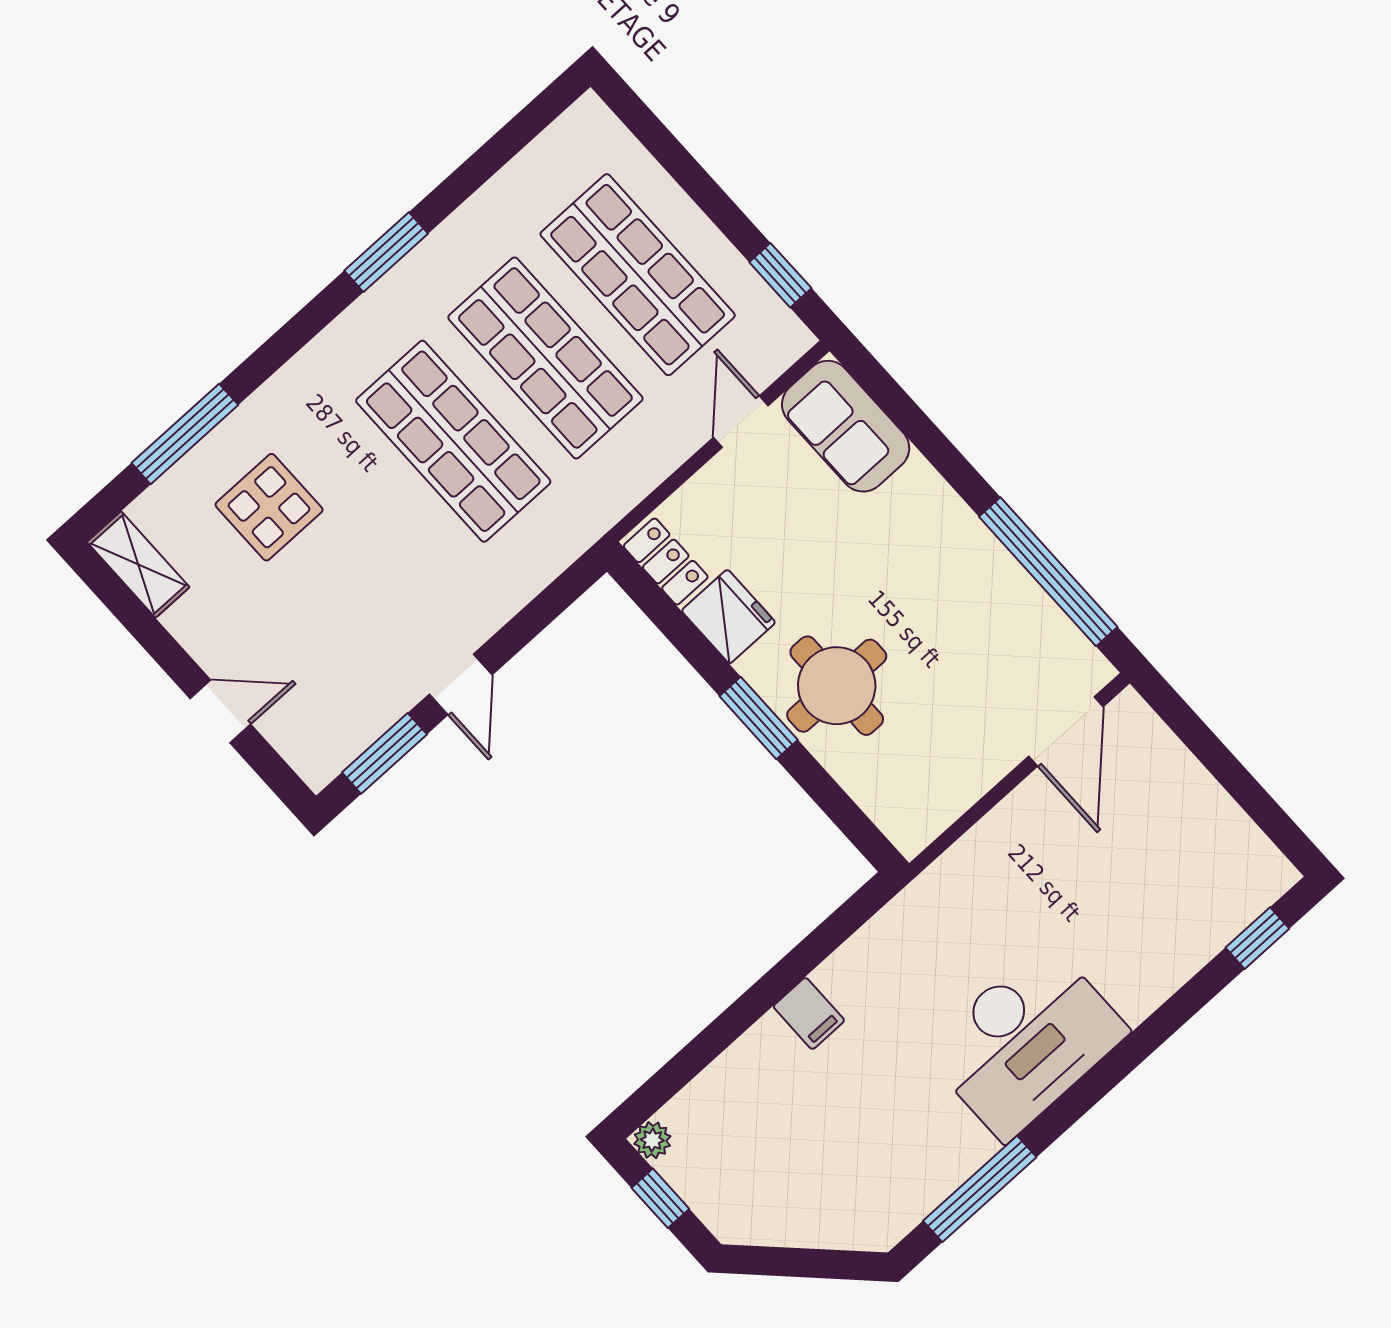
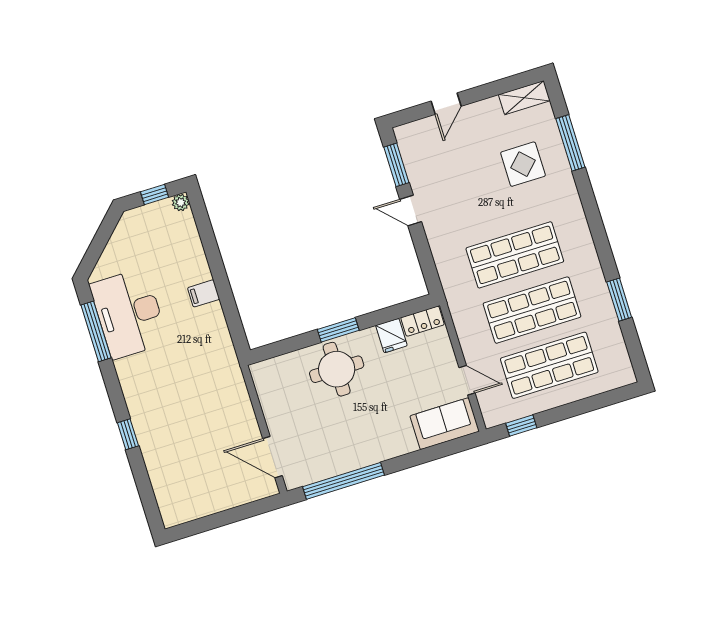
window: (386, 252) -> (619, 300), moved
fridge: (728, 617) -> (391, 336), width x0.72
window: (1257, 938) -> (128, 434), moved
desk: (1026, 1041) -> (129, 313), moved

